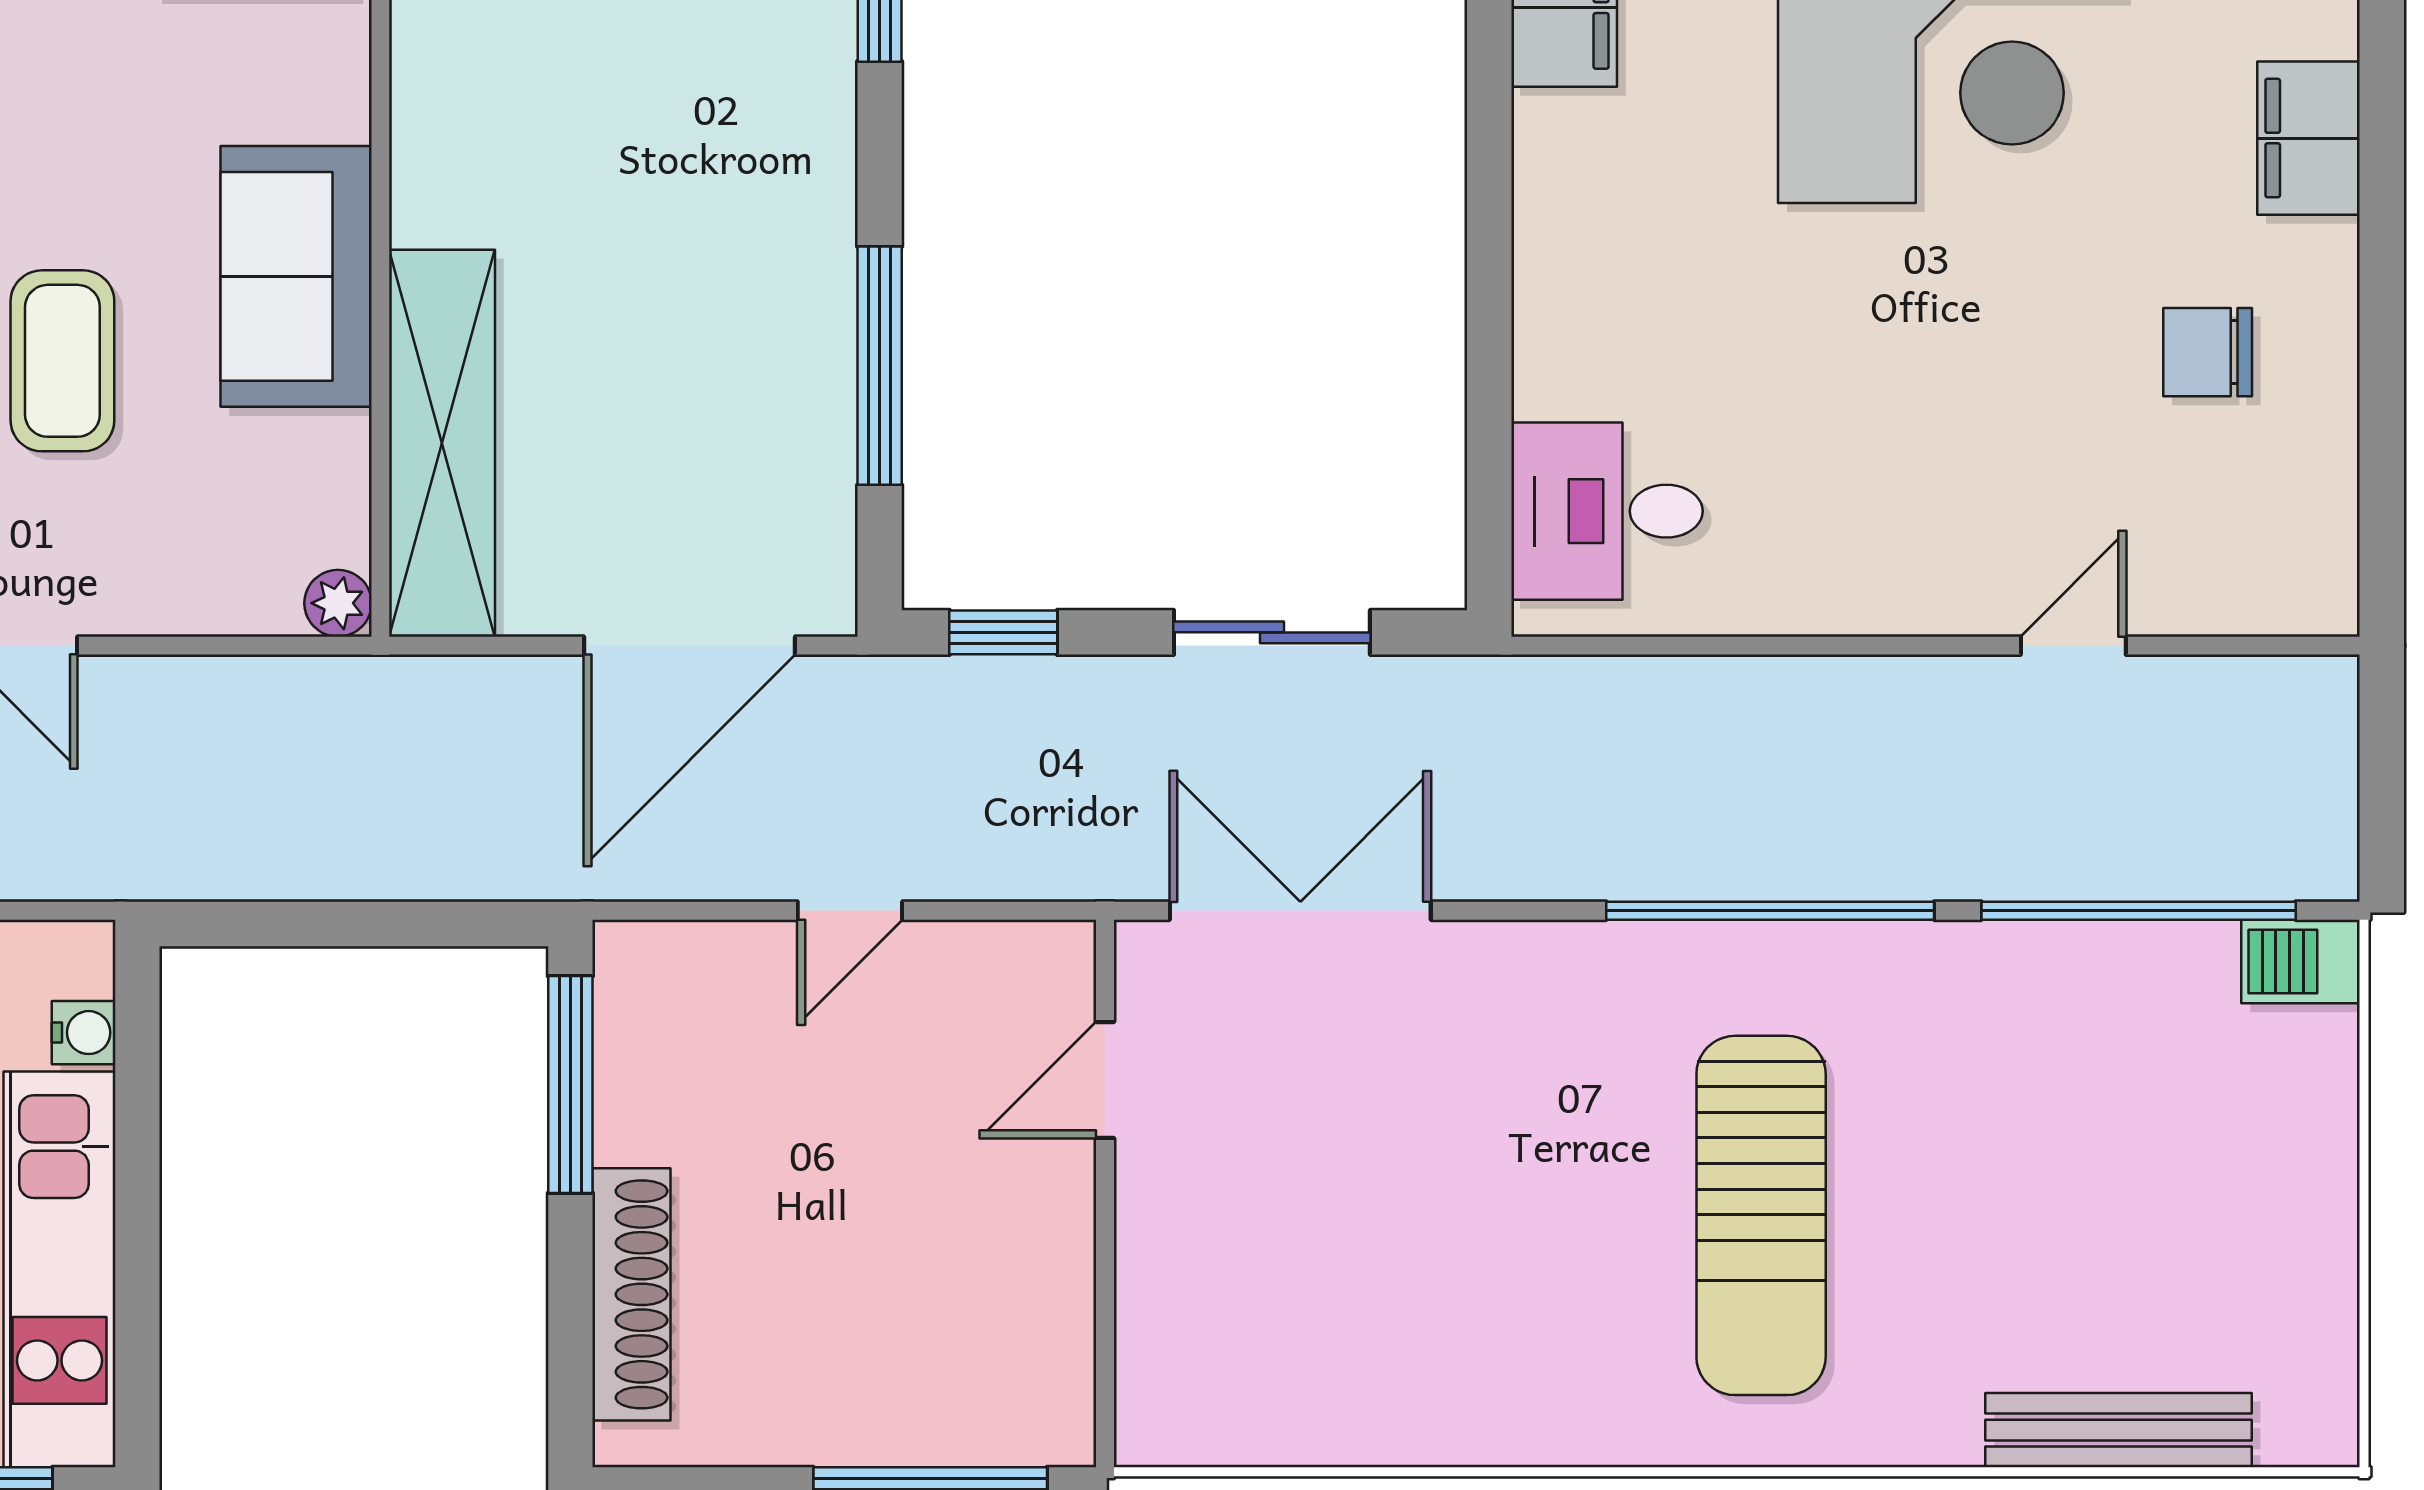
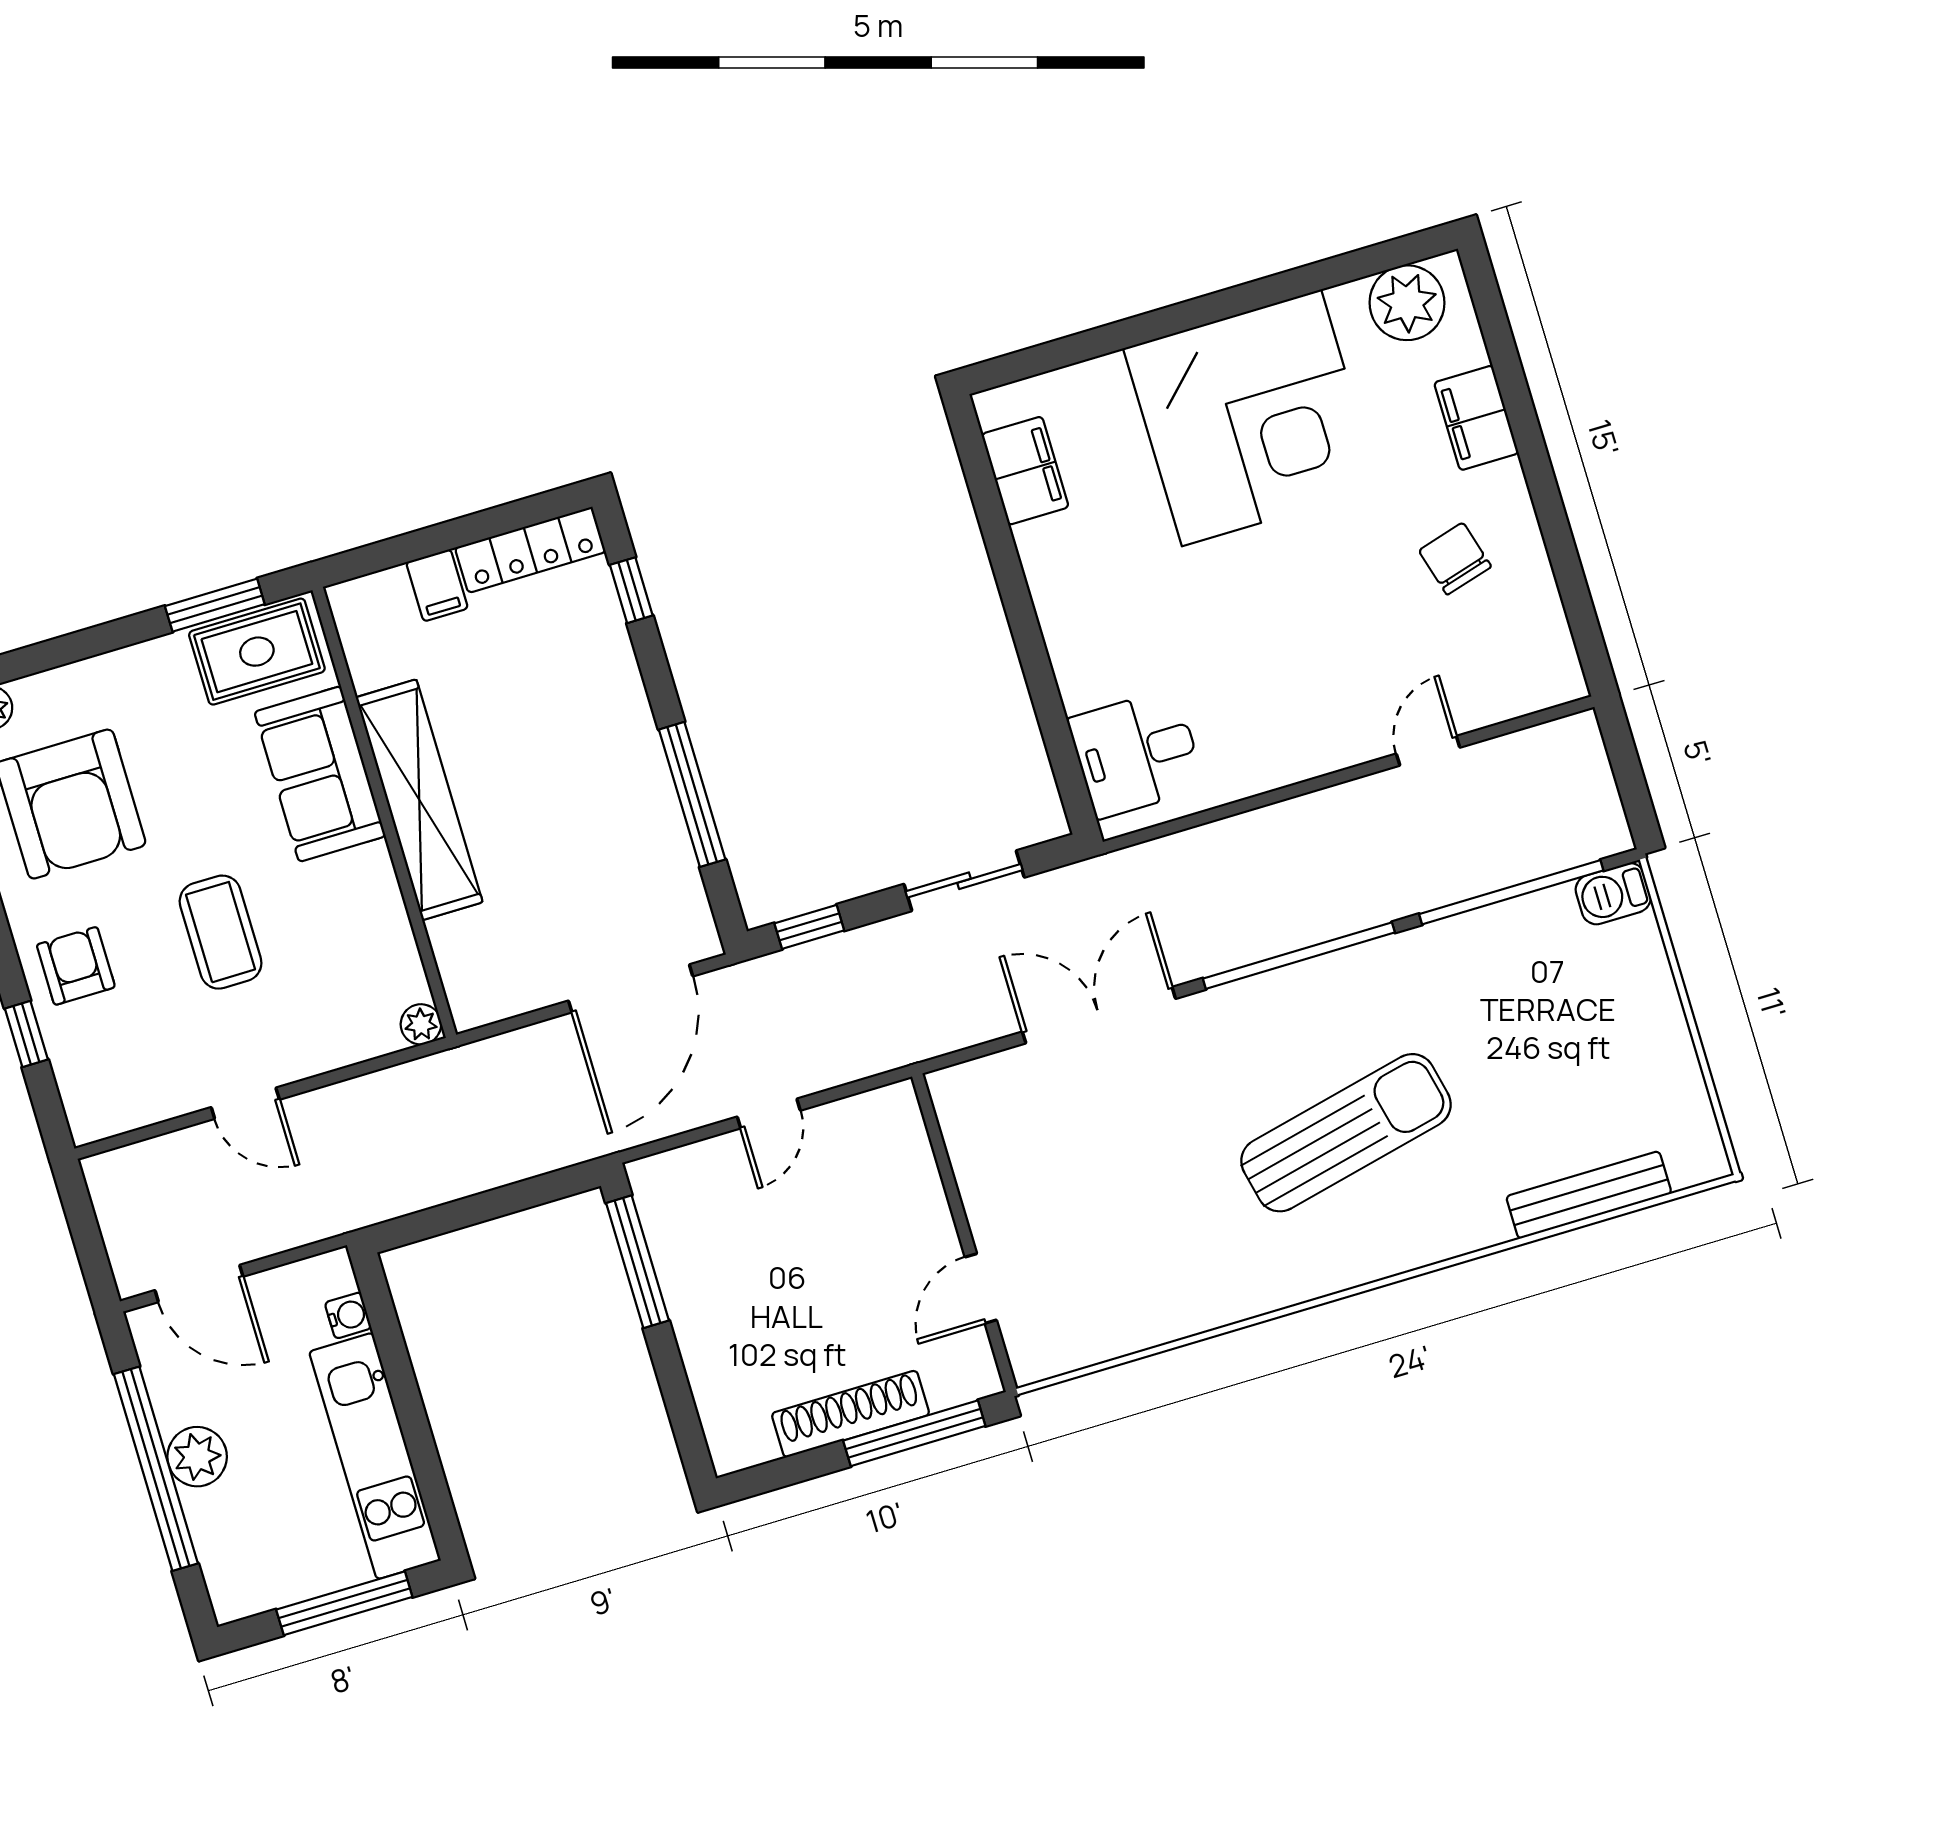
sofa: (296, 276) -> (320, 774), moved
chair: (2208, 352) -> (1455, 559), turned 74
shelving: (442, 443) -> (419, 800), moved
double door: (1300, 911) -> (1099, 1015), moved
door: (1105, 1080) -> (981, 1289), moved
sun lounger: (1761, 1215) -> (1346, 1133), turned -103
shoe rack: (631, 1294) -> (851, 1414), moved, turned -90

